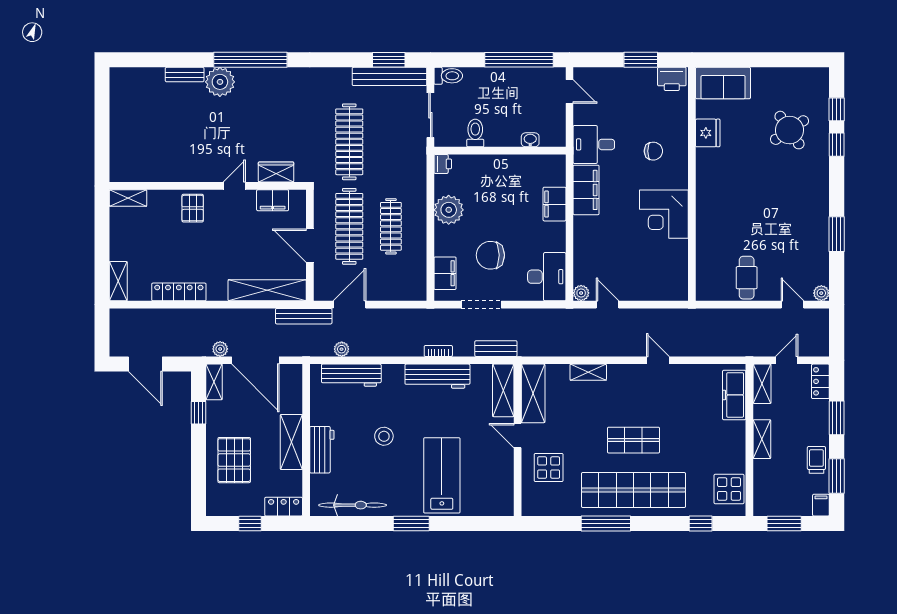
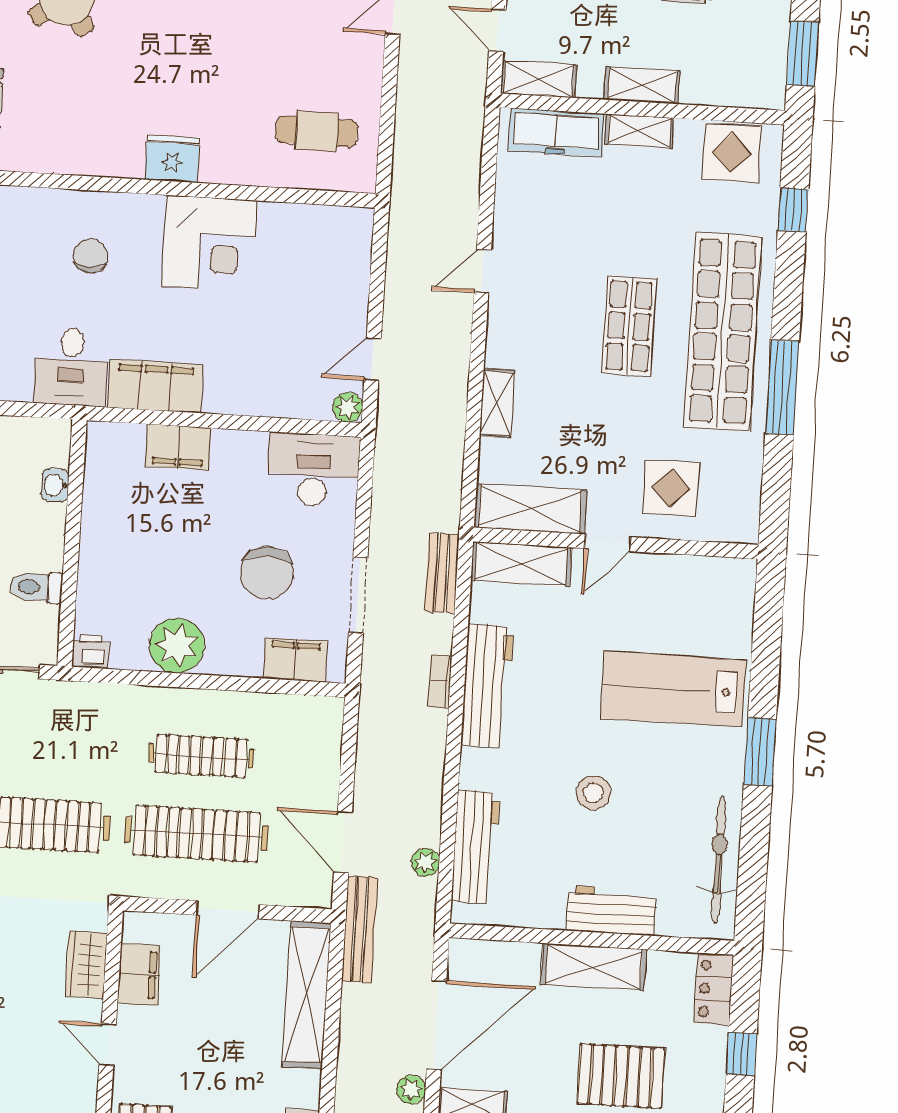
fridge: (708, 133) -> (172, 159), moved
cafe table: (747, 278) -> (317, 131), moved
shelving: (738, 439) -> (640, 131), added

